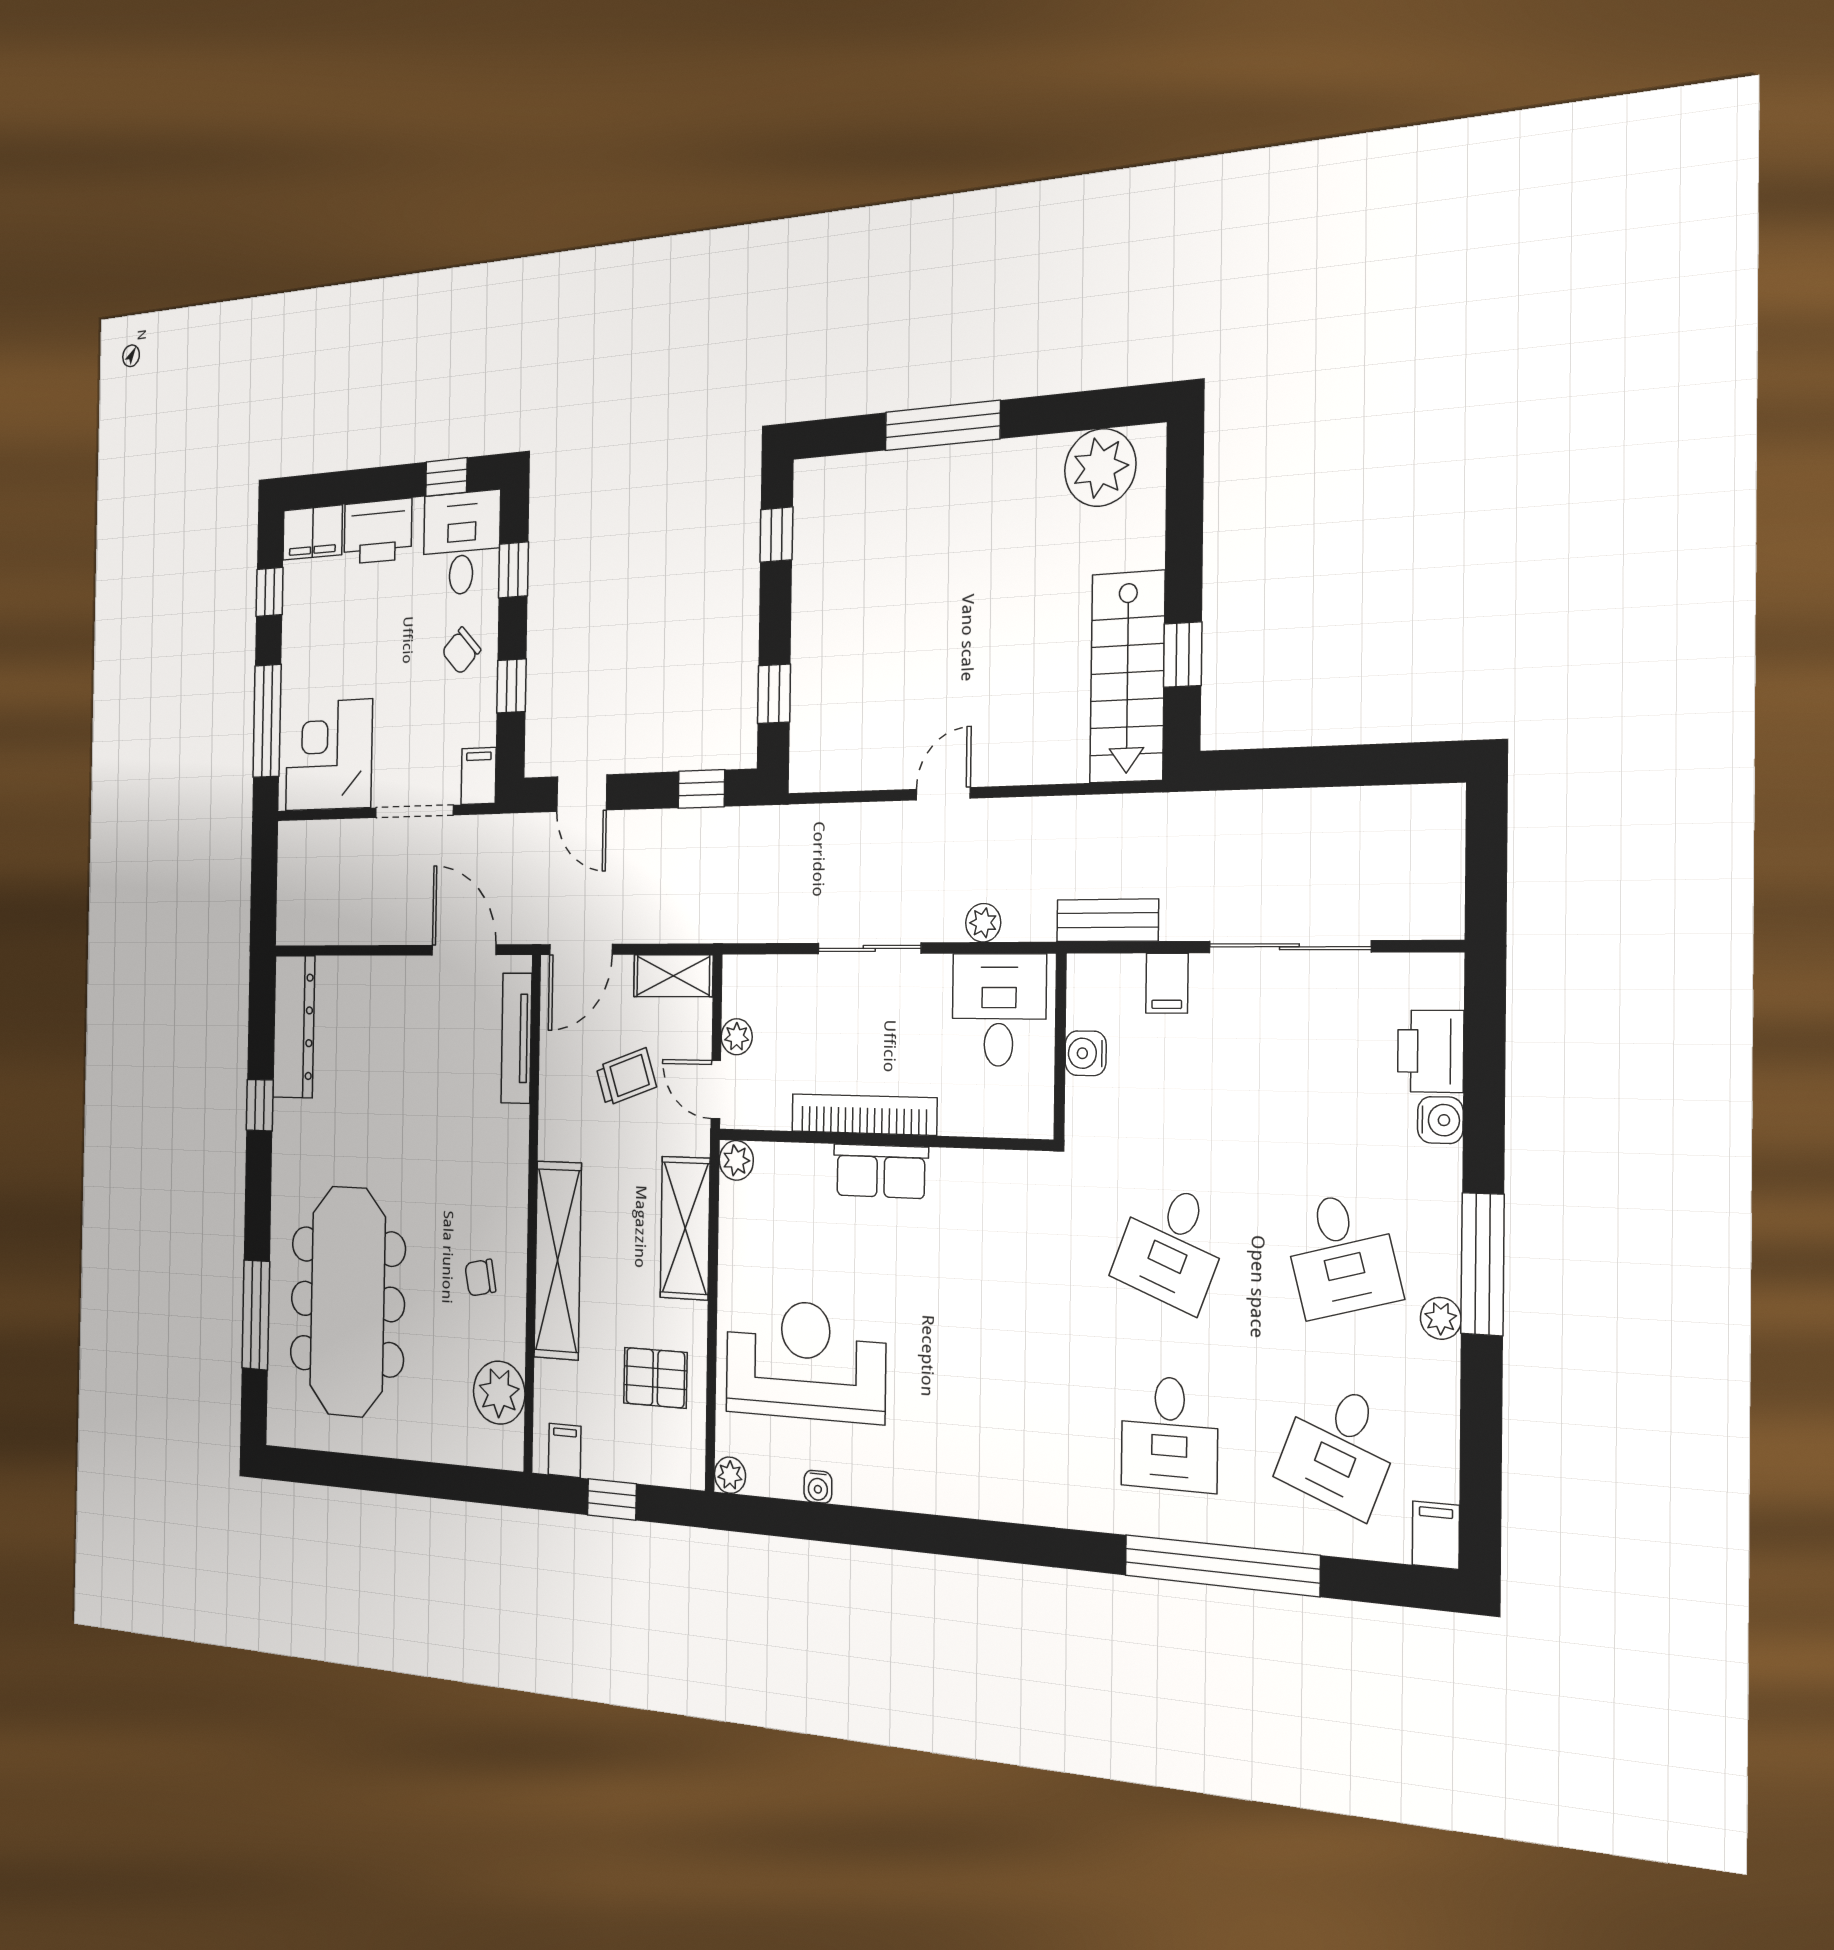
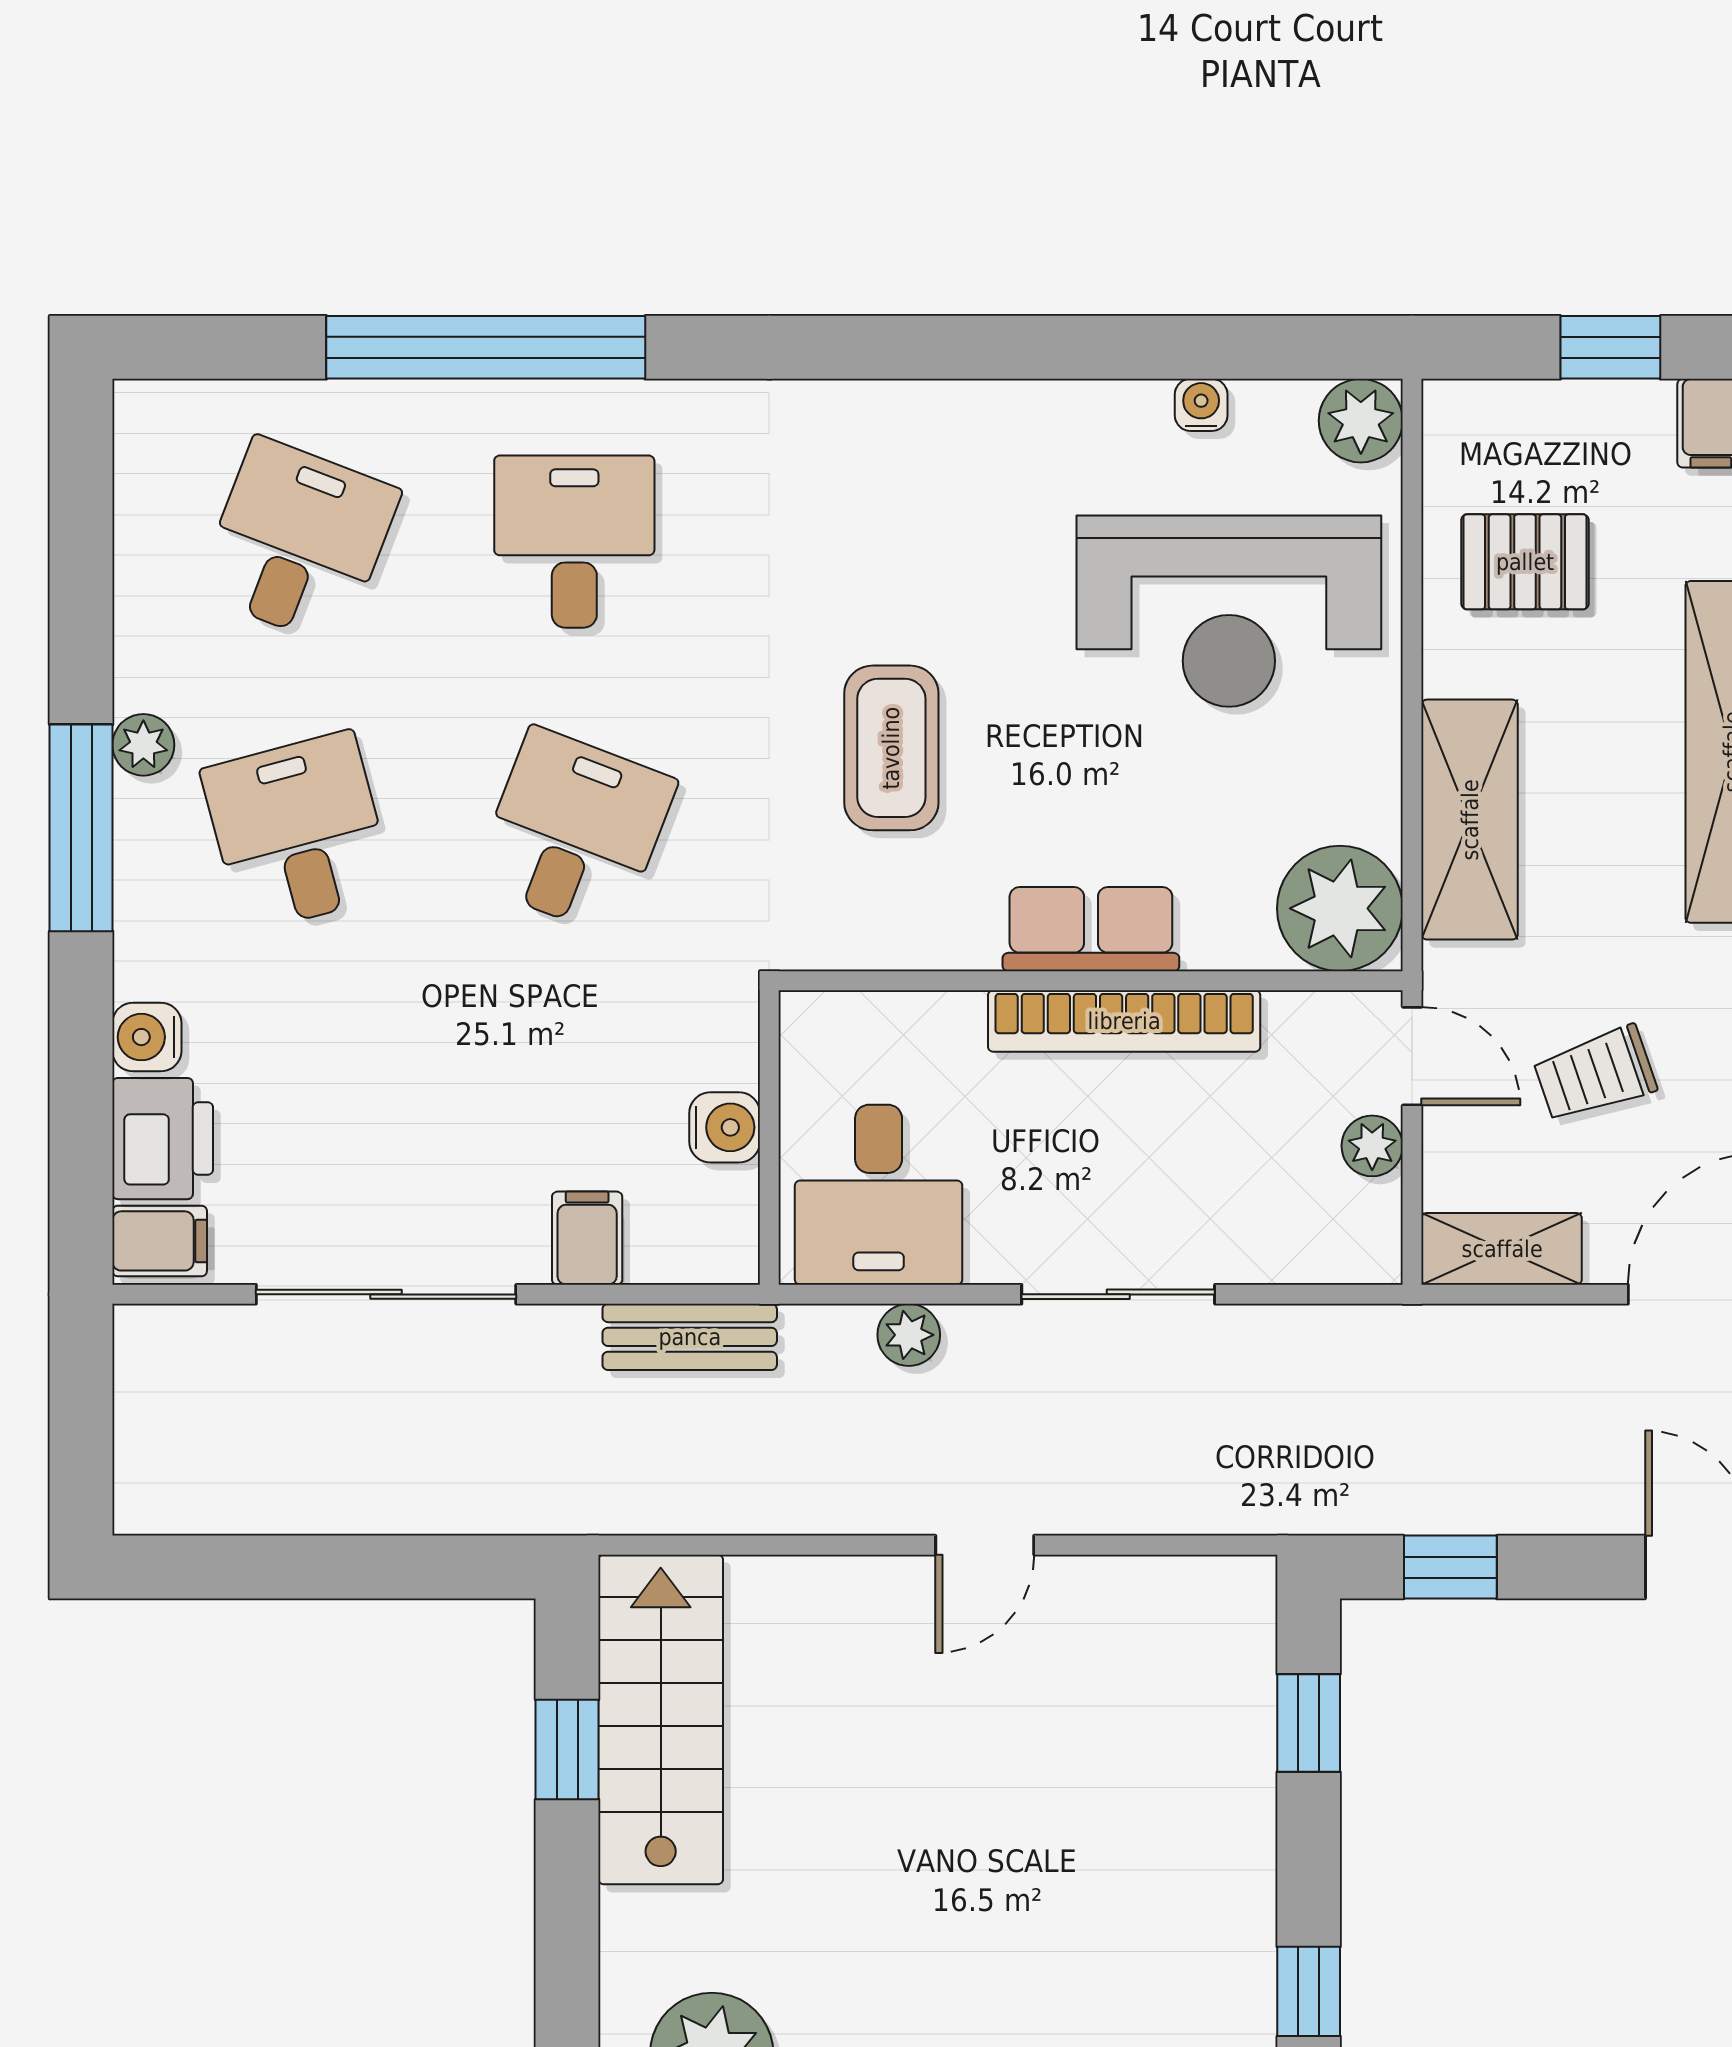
plant: (736, 1160) -> (1340, 908), width x1.87, depth x1.87
coffee table: (988, 1289) -> (891, 748), added
plant: (730, 1475) -> (1361, 421), width x1.38, depth x1.38
filing cabinet: (1436, 1535) -> (160, 1241), moved, turned -90

